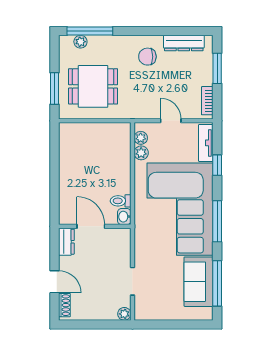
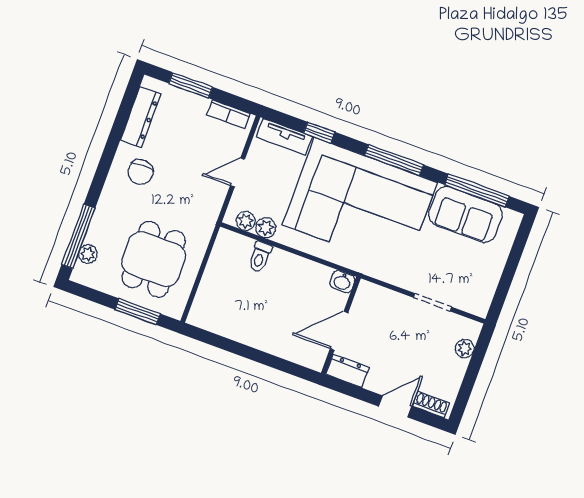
toilet: (121, 201) -> (260, 257), moved
plant: (124, 314) -> (465, 349), moved

